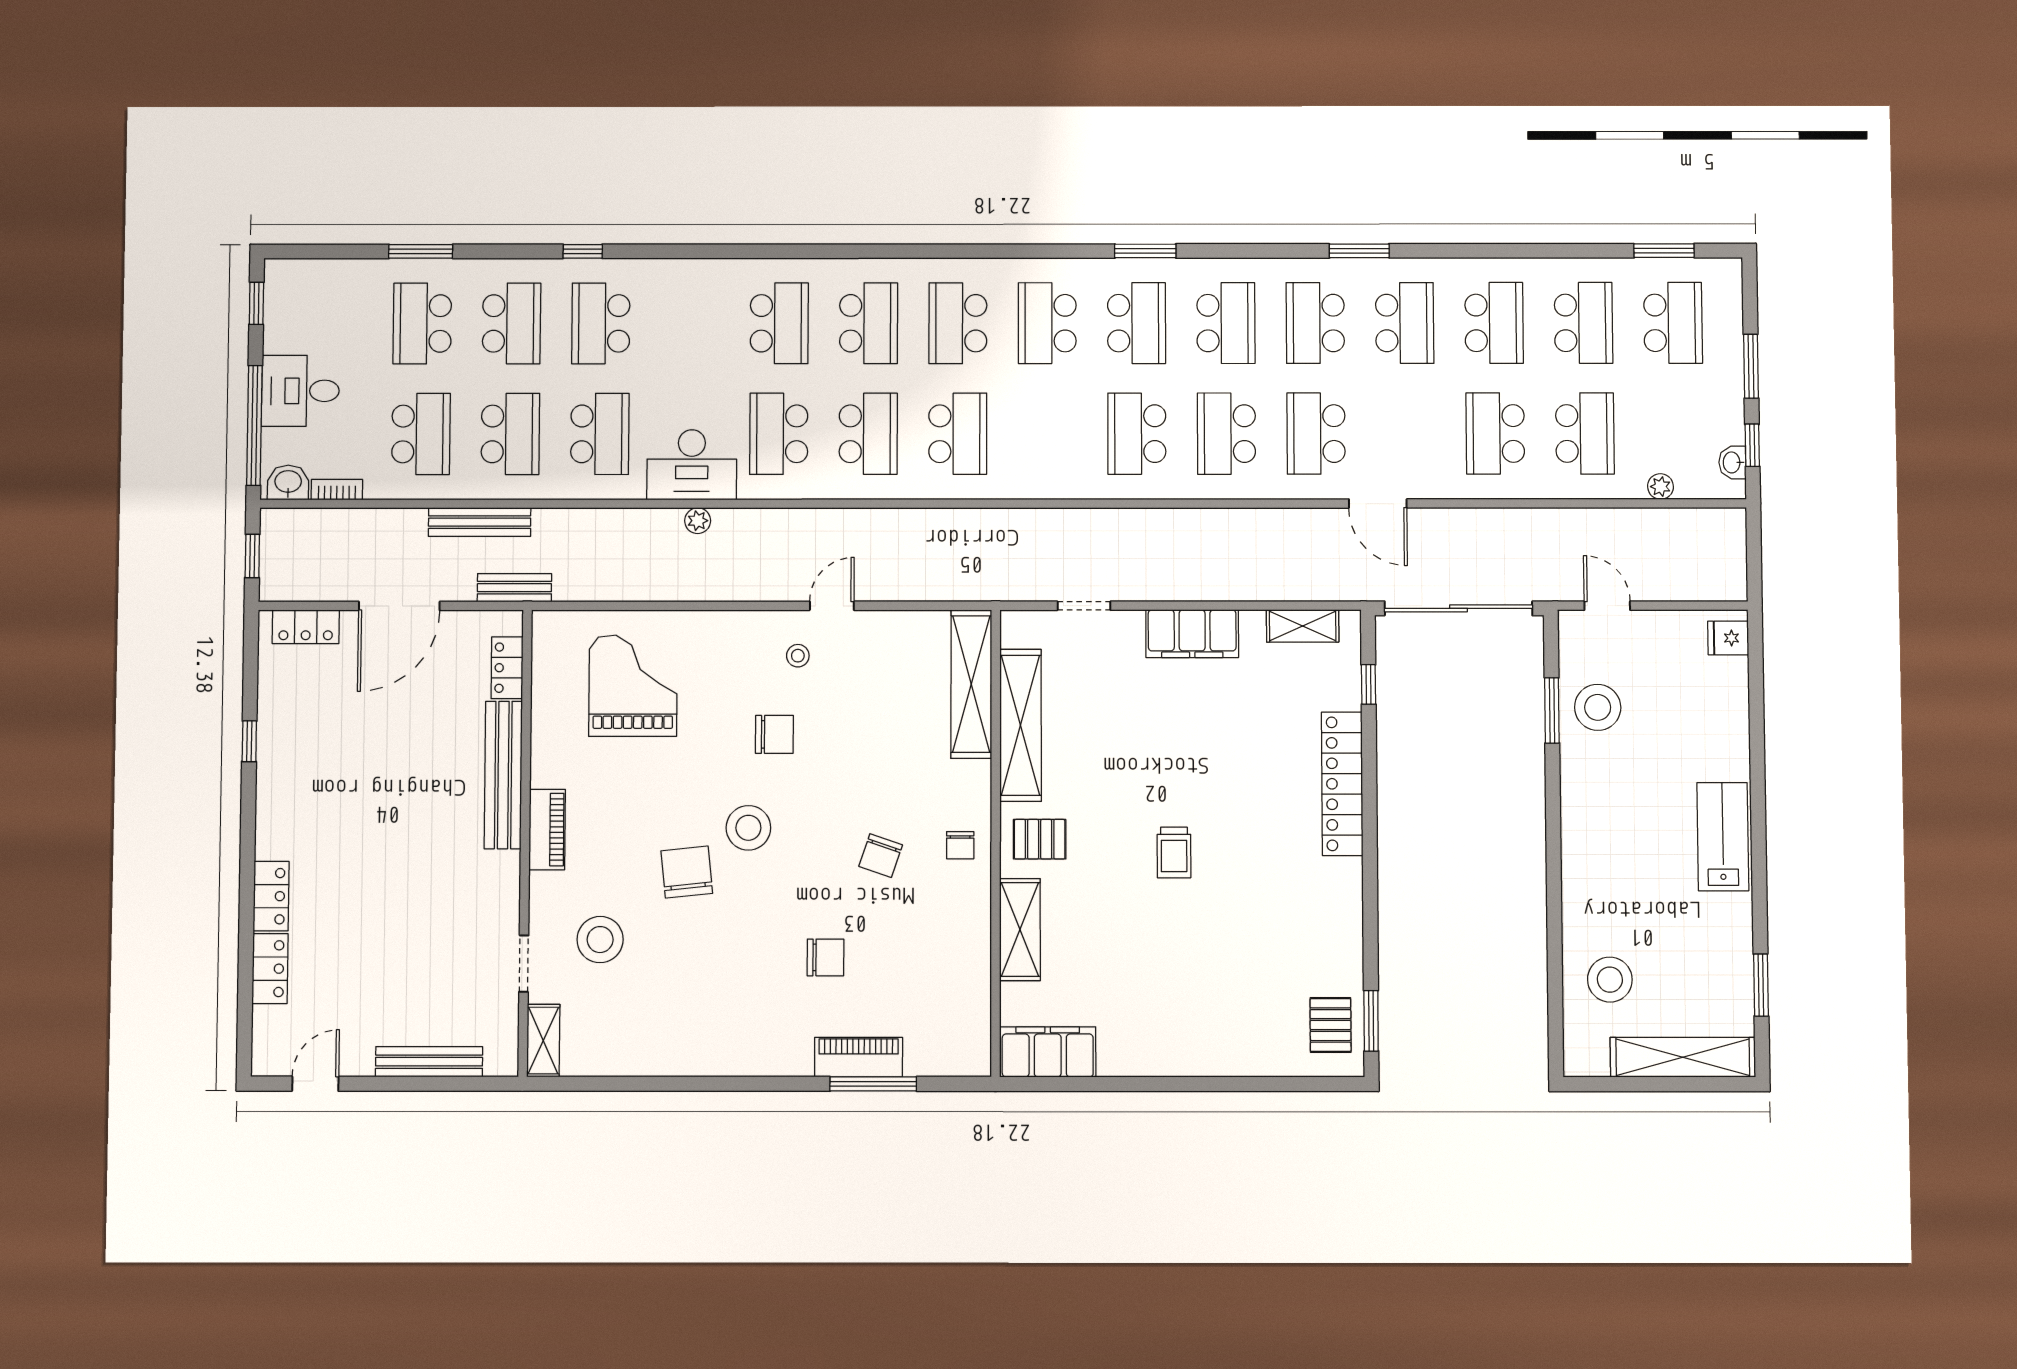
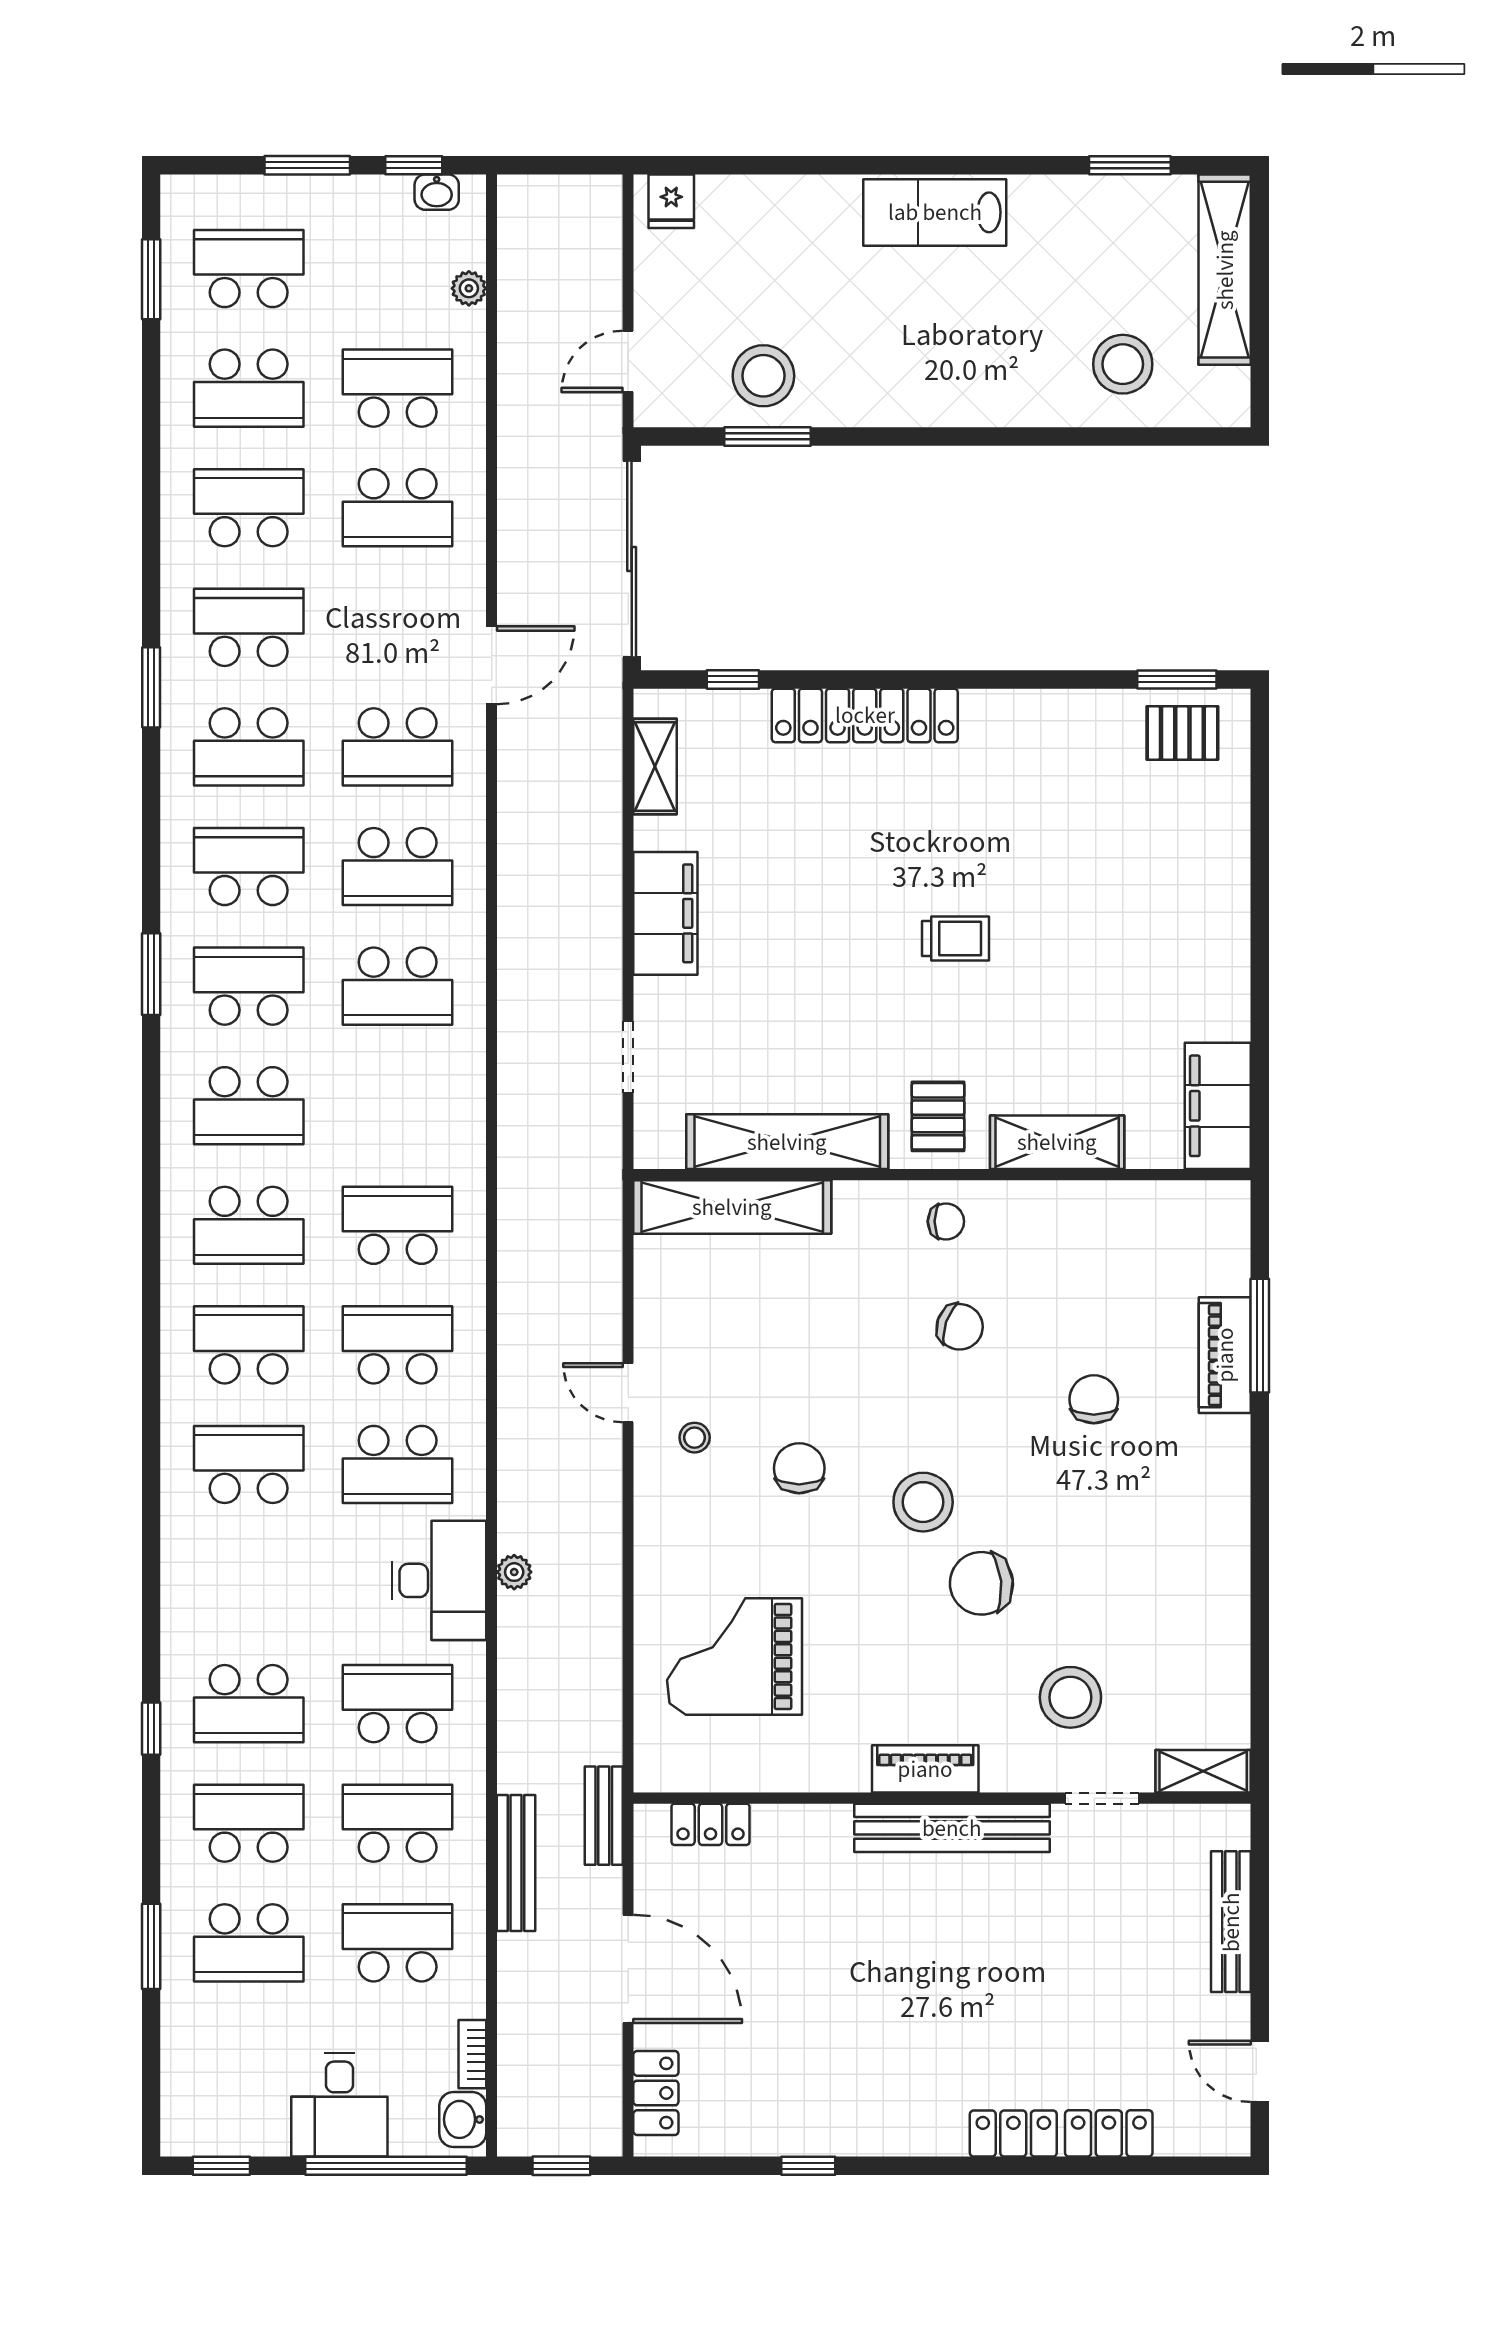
school desk: (1584, 323) -> (249, 388), turned 180
bench: (503, 775) -> (952, 1828), moved

